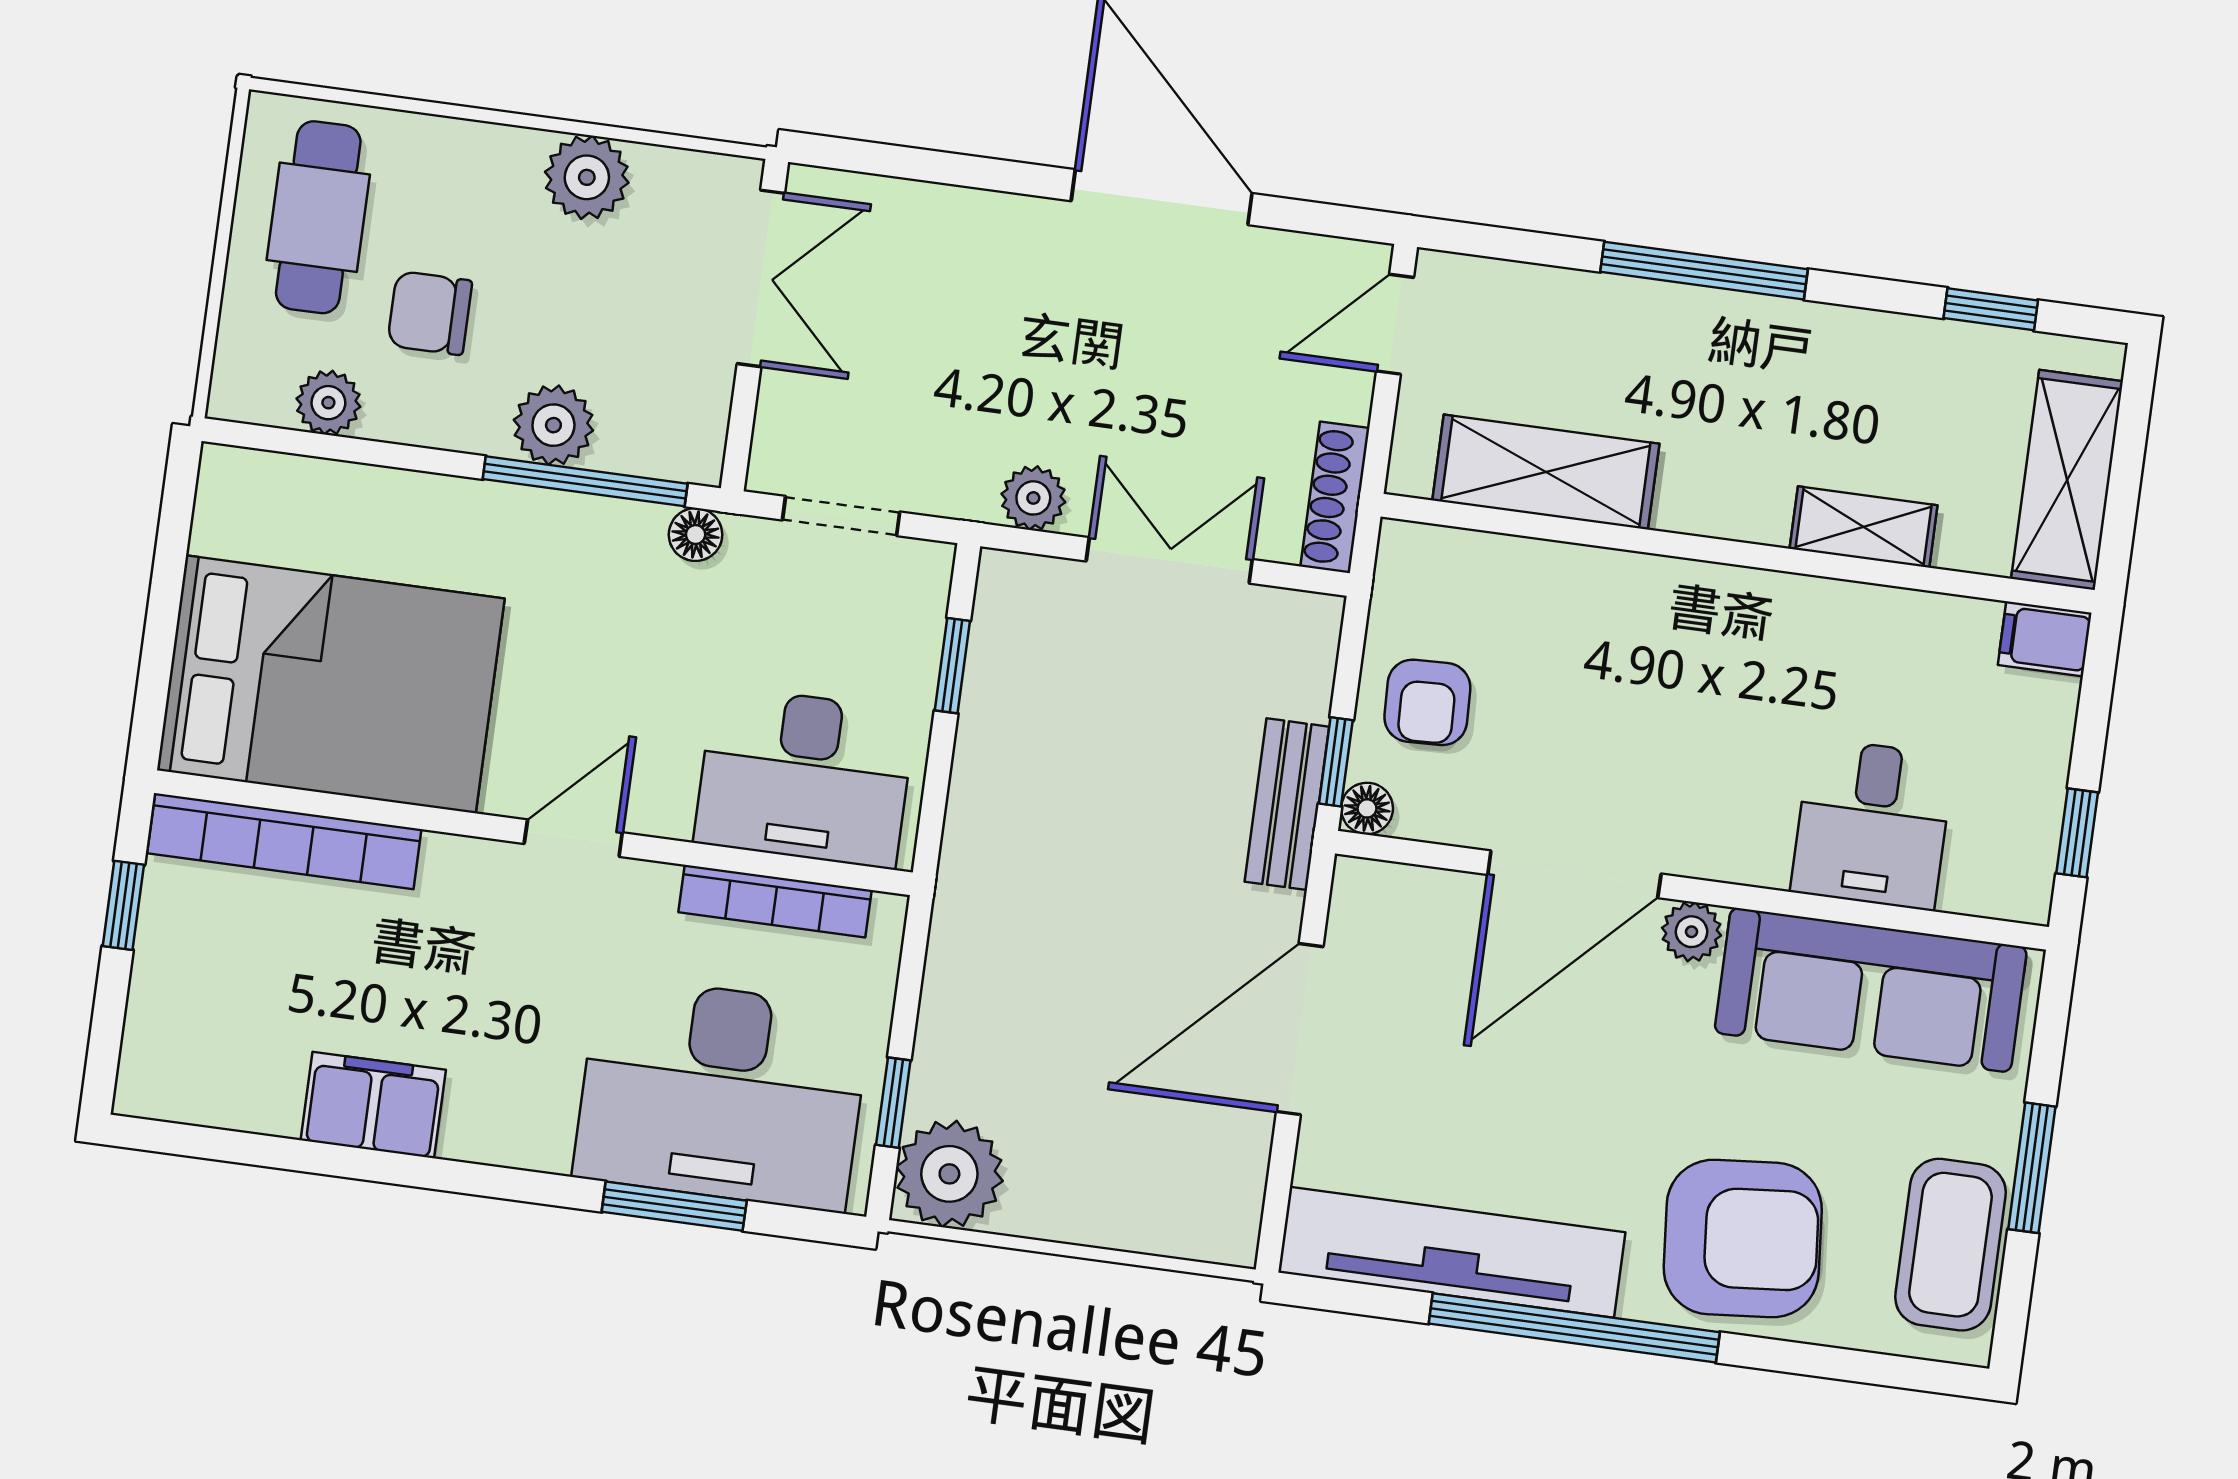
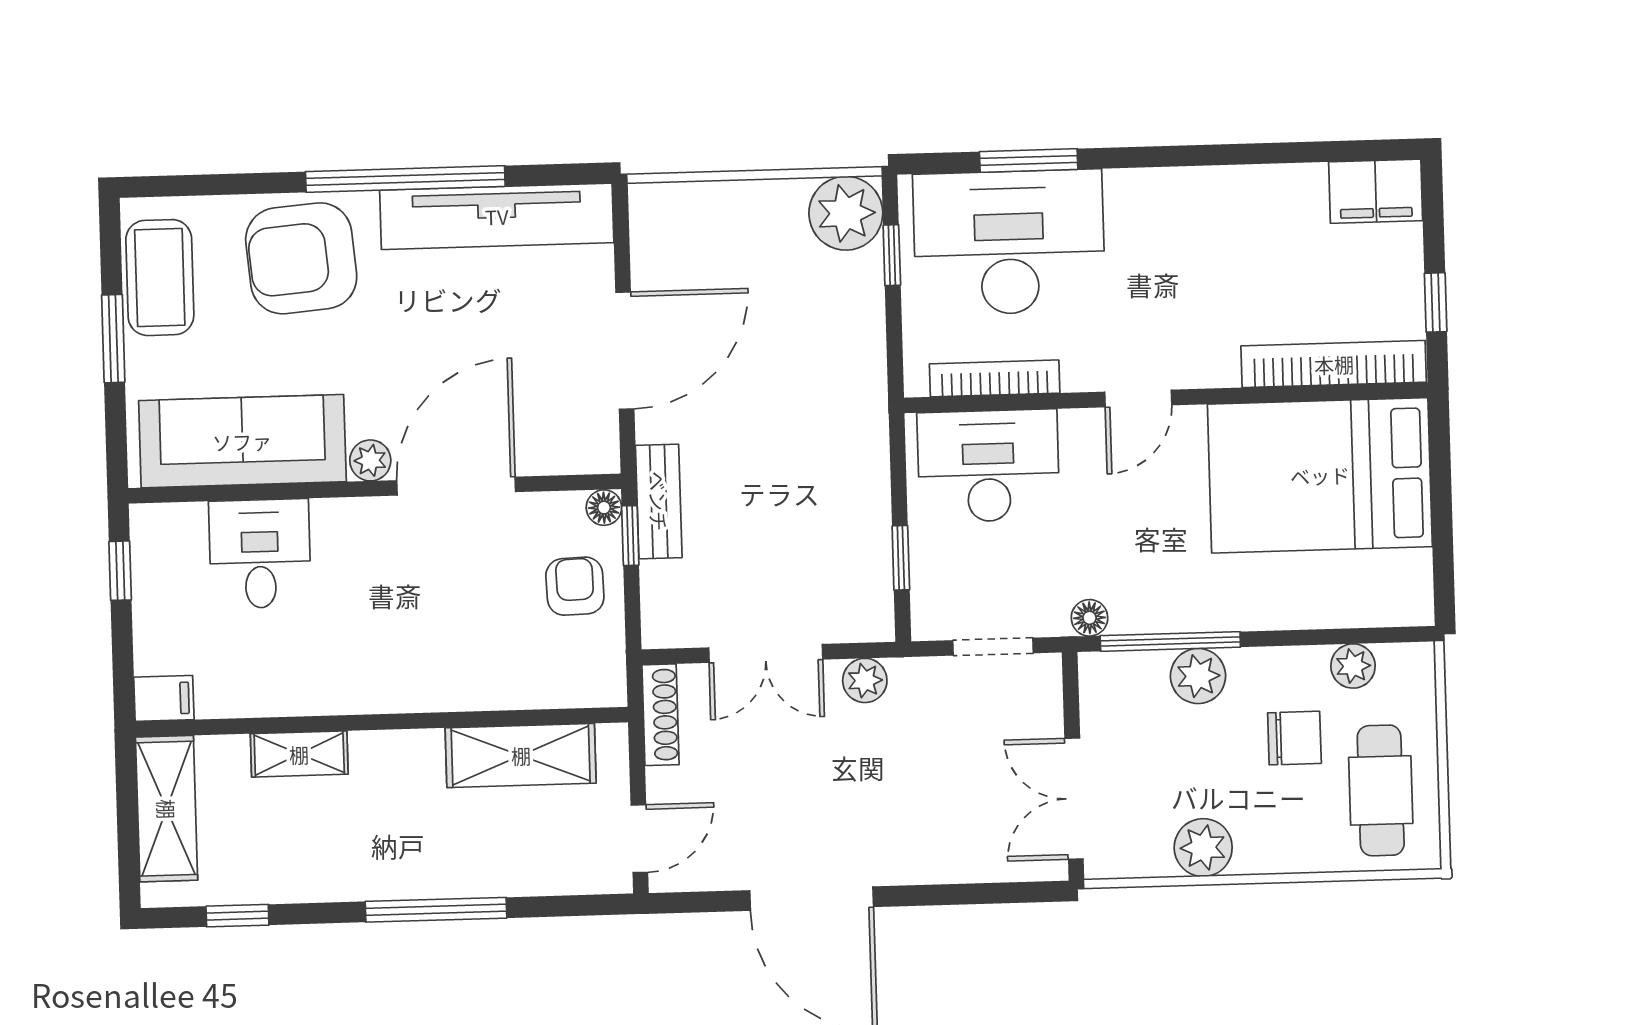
filing cabinet: (373, 1105) -> (1376, 191), moved

